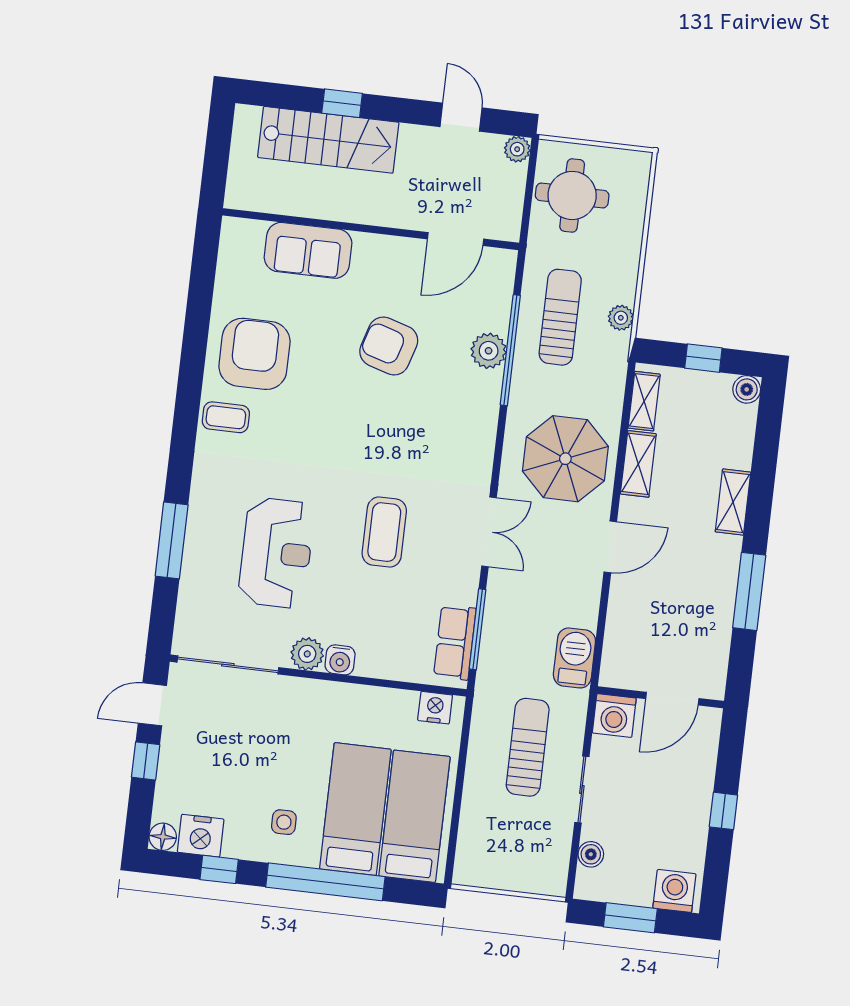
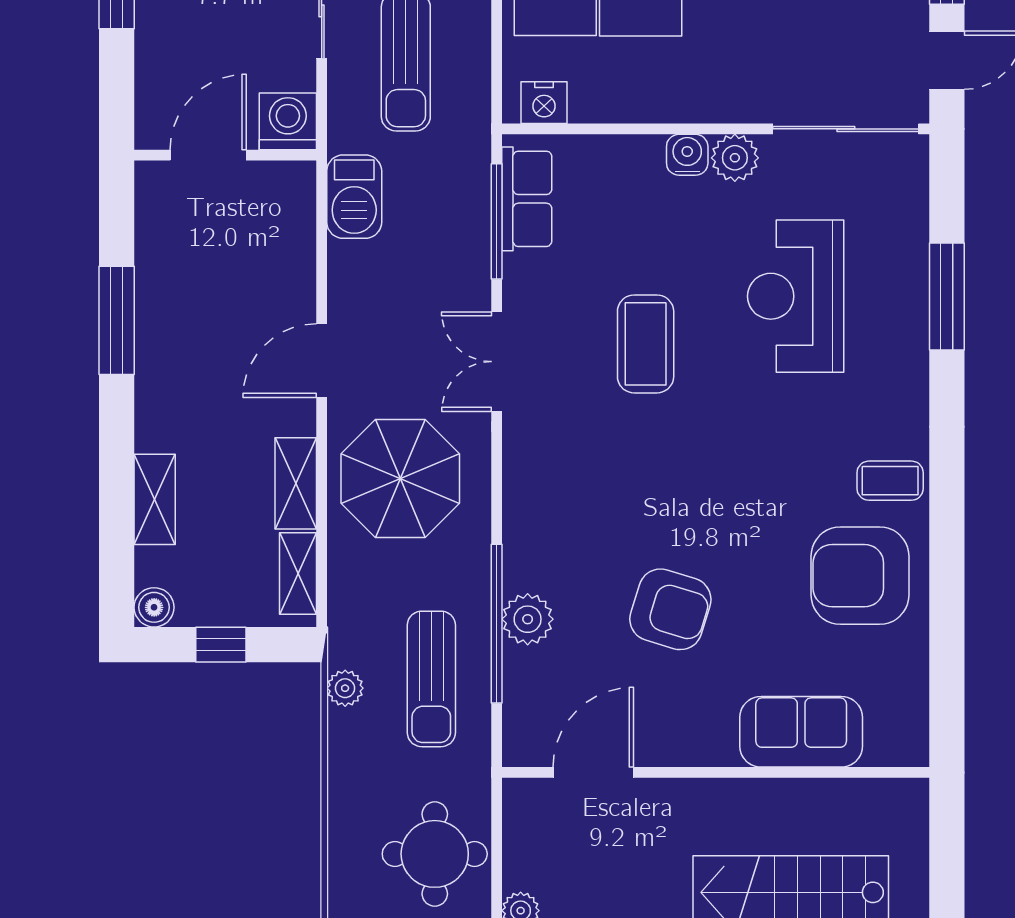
armchair: (254, 354) -> (860, 576), turned 90
shelving: (733, 502) -> (155, 499), moved

